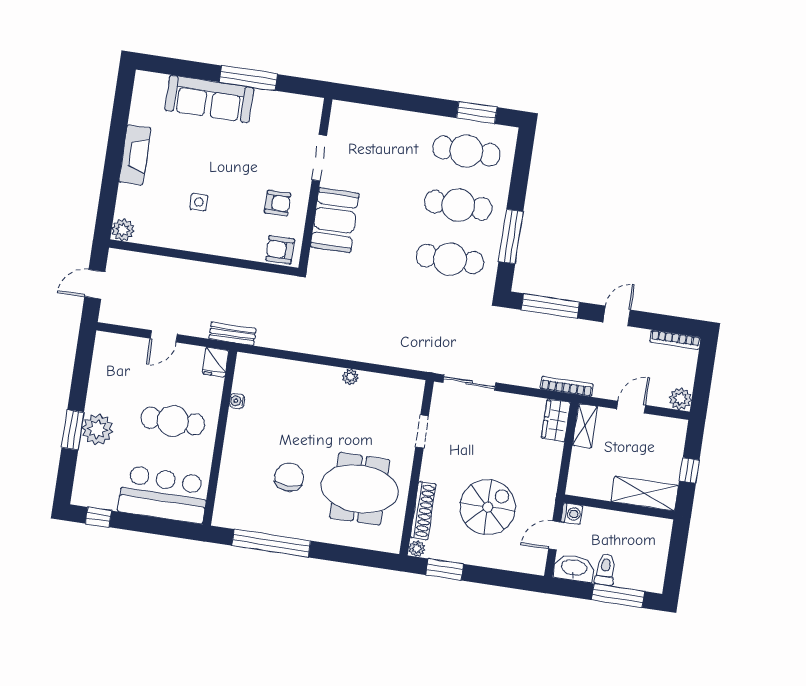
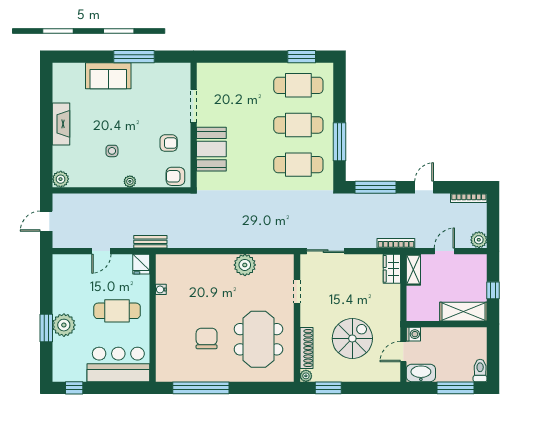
sofa: (209, 99) -> (108, 76), width x0.73
plant: (217, 247) -> (130, 181), added
plant: (350, 377) -> (245, 265), width x1.87, depth x1.87
meeting table: (360, 489) -> (258, 339), turned 90
toilet: (605, 569) -> (480, 370), moved

